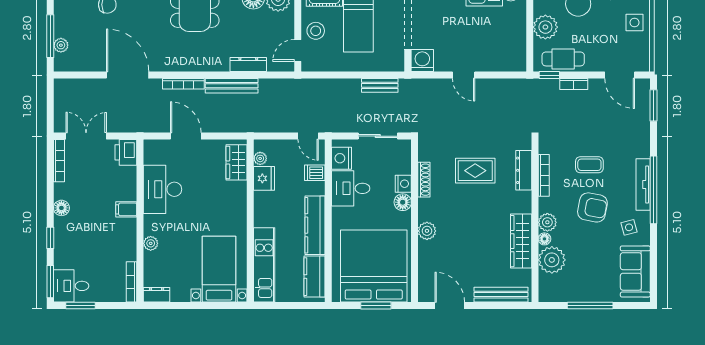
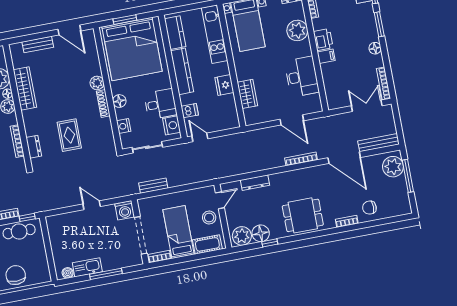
plant: (545, 27) -> (37, 253), removed
plant: (61, 45) -> (393, 167), width x1.88, depth x1.88
bench: (232, 86) -> (379, 143), moved
double door: (86, 136) -> (367, 106), swing flipped
printer: (126, 152) -> (323, 40), moved
plant: (260, 158) -> (233, 114), removed
wardrobe: (237, 162) -> (247, 94), moved
dresser: (524, 170) -> (34, 147), width x0.70
rug: (475, 171) -> (69, 135), turned 90
fridge: (264, 178) -> (224, 85), moved
shoe rack: (424, 180) -> (103, 103), moved
nightstand: (403, 184) -> (124, 126), moved
window: (50, 238) -> (379, 24), width x1.50
plant: (151, 243) -> (297, 30), width x1.87, depth x1.87
bench: (501, 295) -> (38, 45), width x0.73

